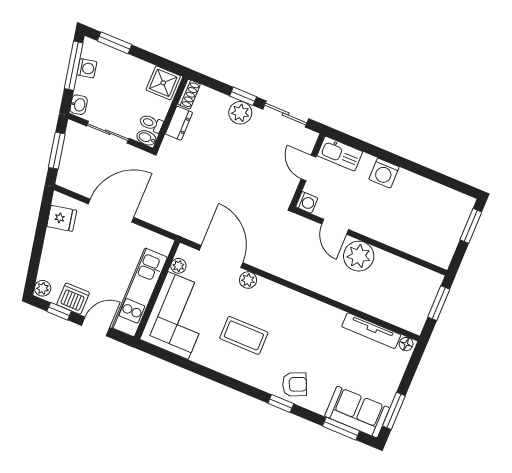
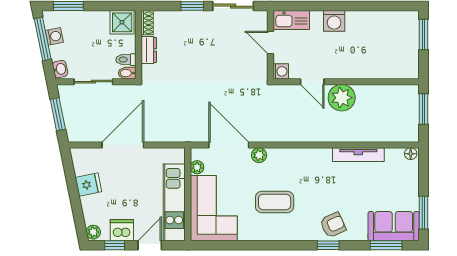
plant: (240, 113) -> (196, 21), removed
fridge: (62, 218) -> (88, 185), moved
tv unit: (371, 331) -> (358, 155), moved

